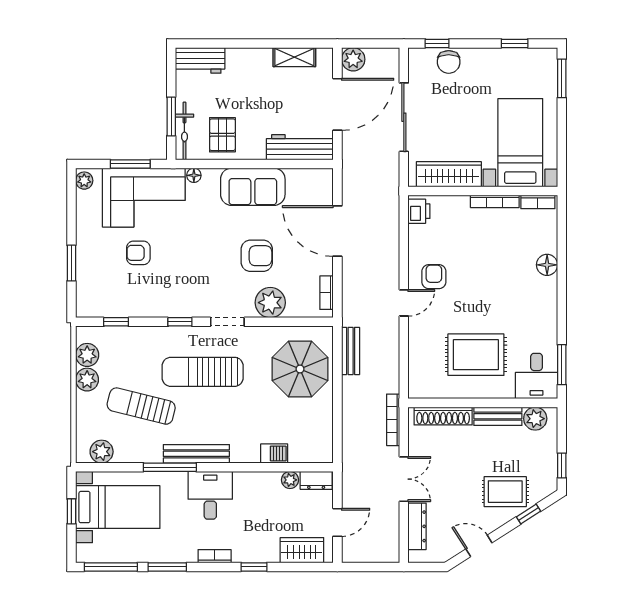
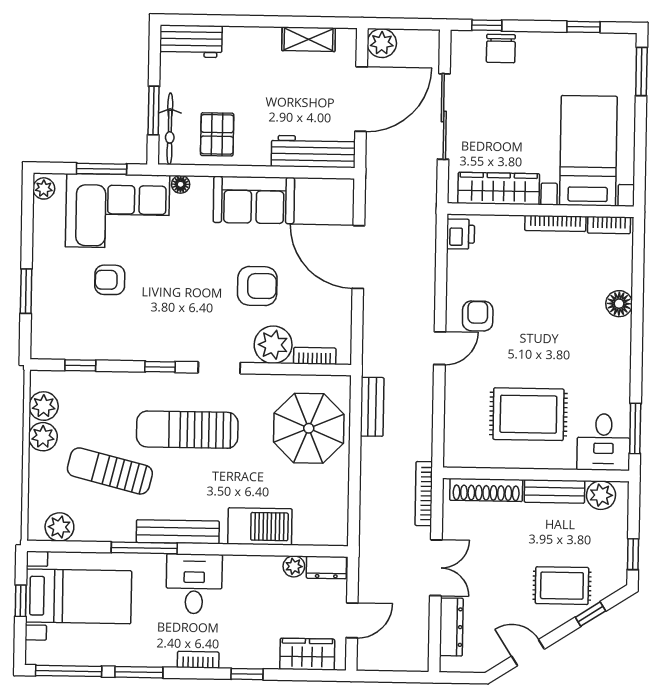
bookcase: (326, 293) -> (315, 356), moved, turned 90
barbecue: (274, 453) -> (260, 526), width x1.88, depth x1.53

